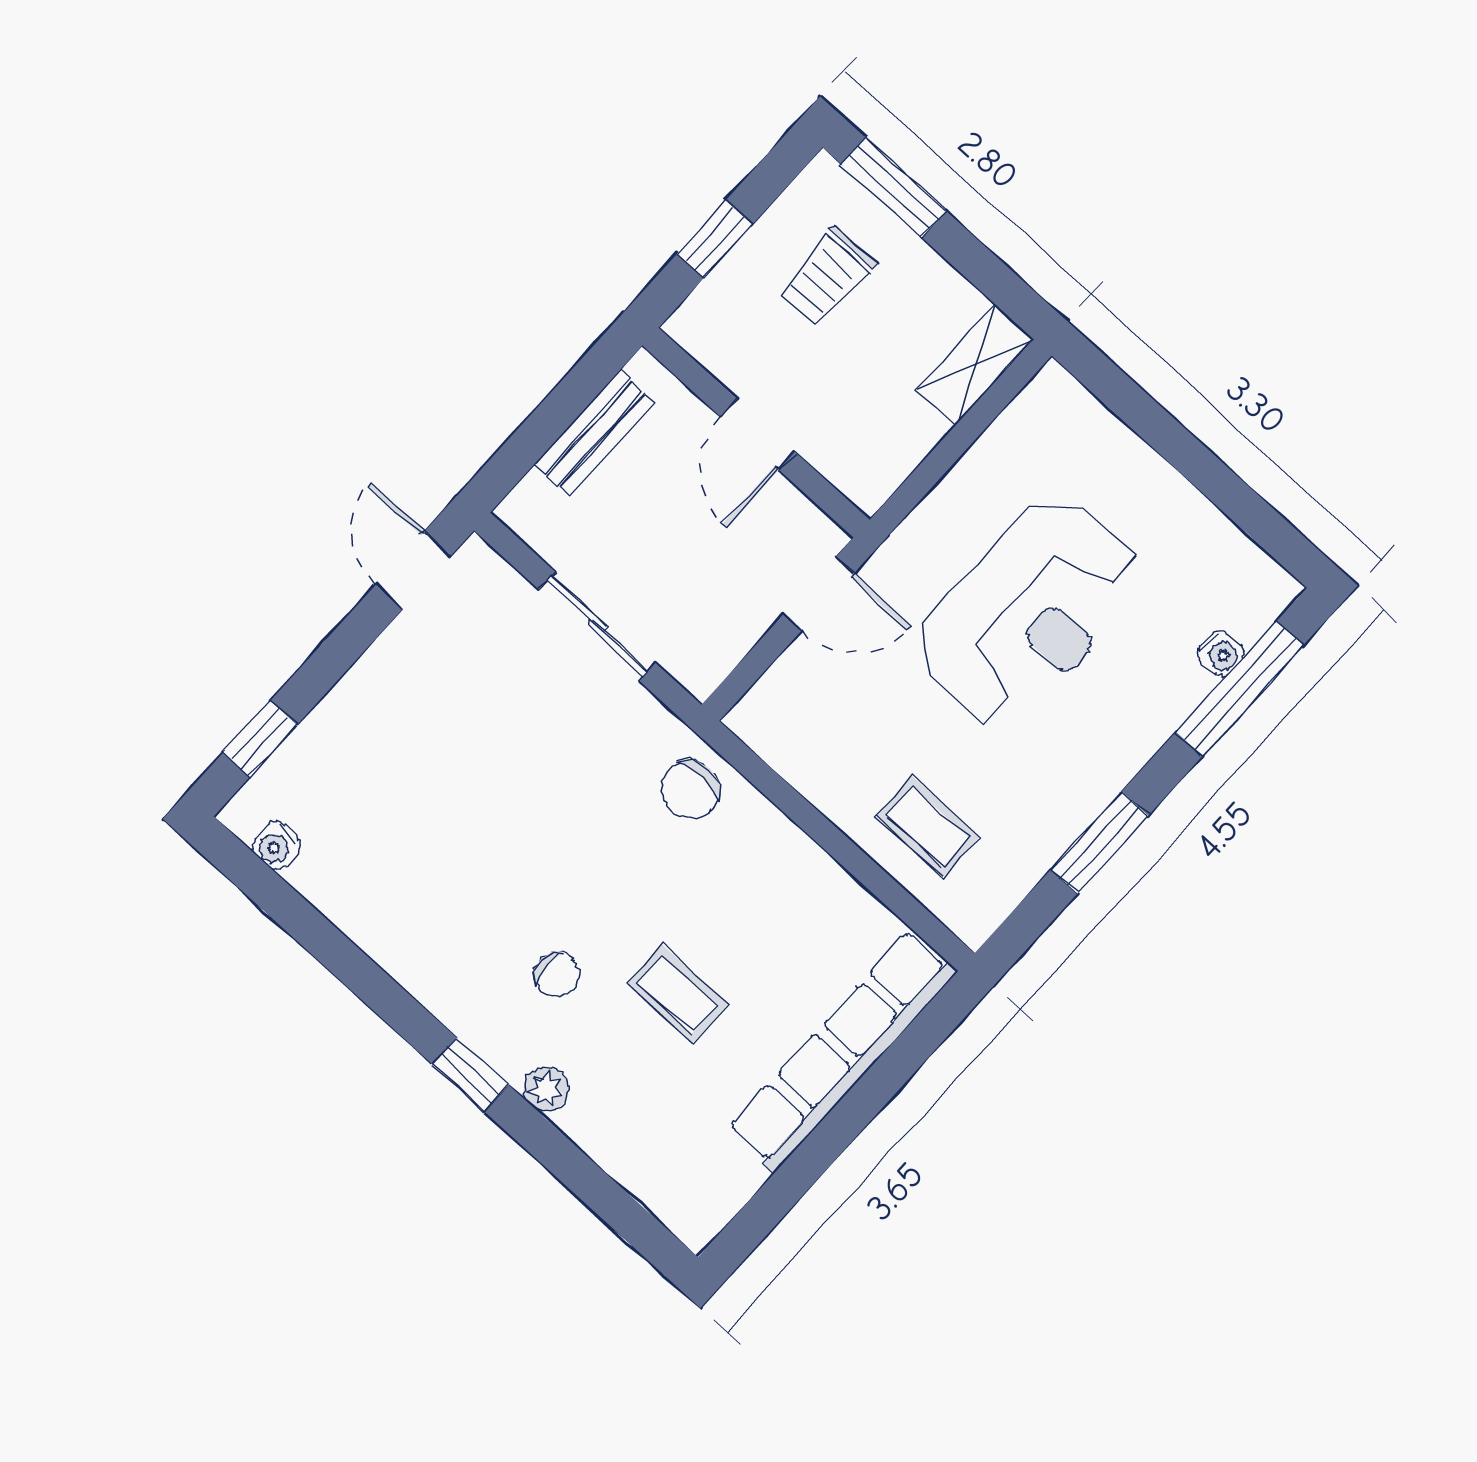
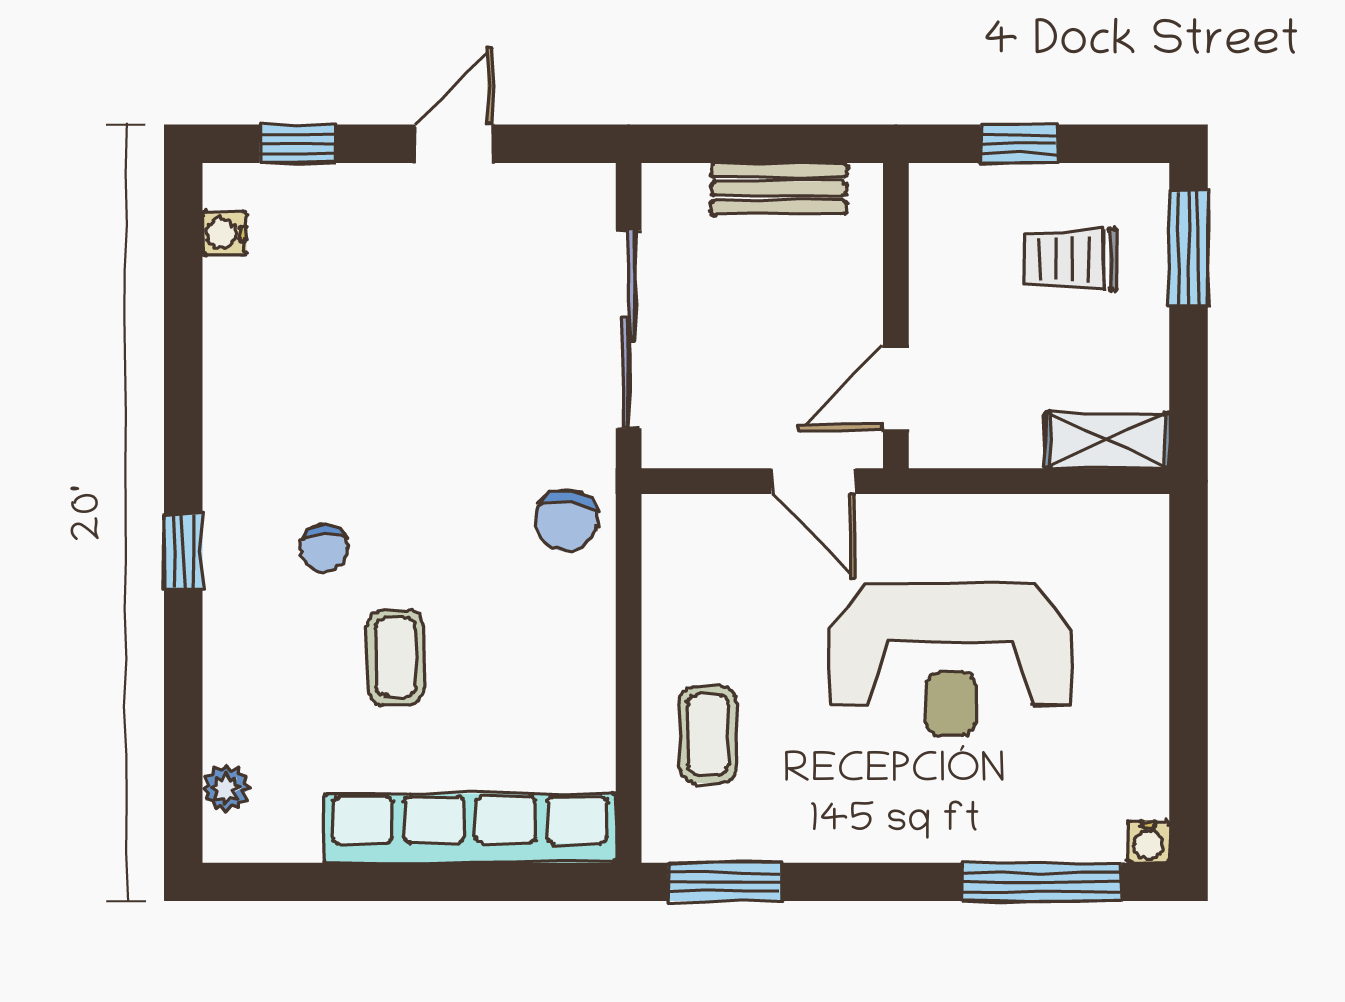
door: (758, 434) -> (896, 388), moved
door: (413, 570) -> (454, 144), moved
sliding door: (597, 626) -> (629, 329), width x1.37
water cooler: (1221, 653) -> (1148, 842), moved
chair: (690, 790) -> (566, 521), turned -81
window: (1100, 843) -> (724, 882), moved
plant: (546, 1089) -> (226, 788), moved

